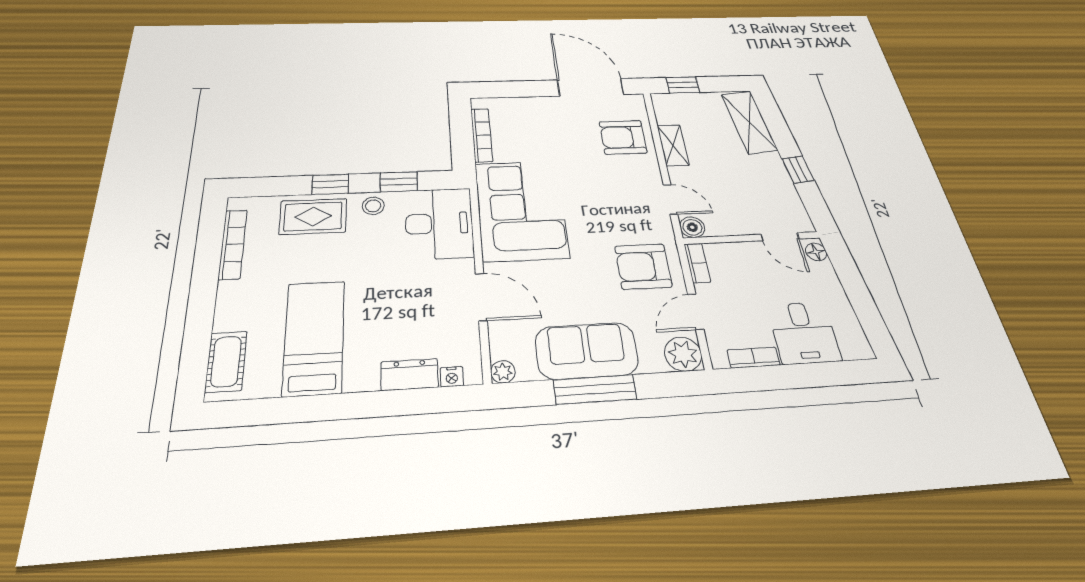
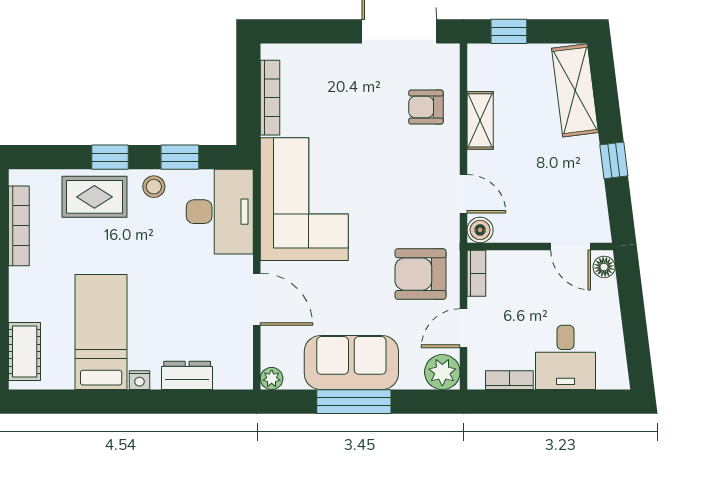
armchair: (623, 137) -> (426, 107), width x0.72, depth x0.72
nightstand: (452, 377) -> (139, 380), moved

